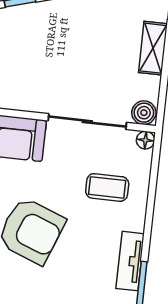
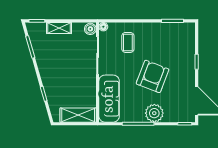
tv unit: (130, 261) -> (162, 28), removed

